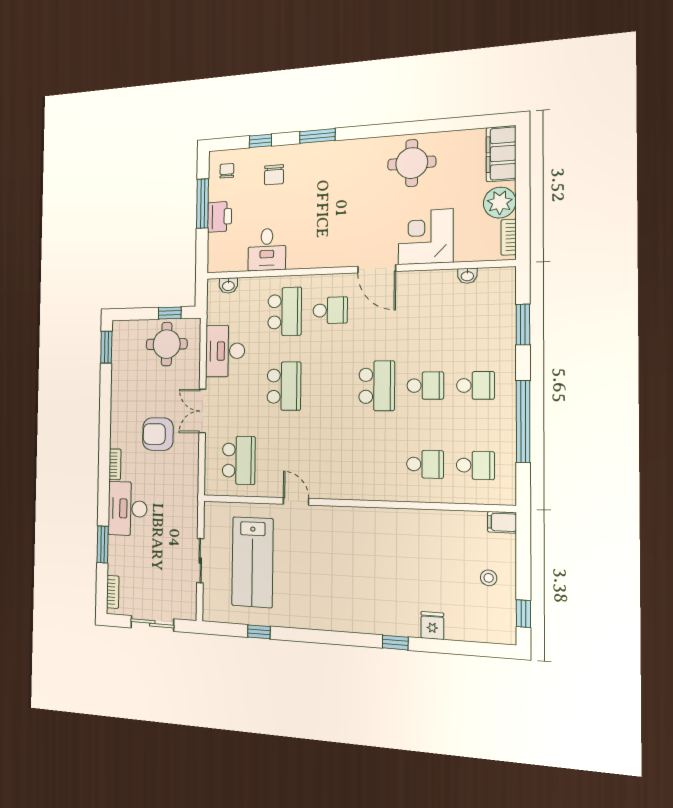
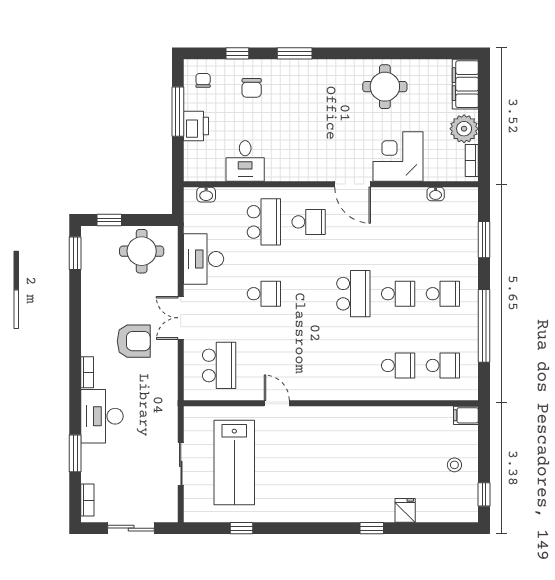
window: (170, 313) -> (109, 220), moved
school desk: (284, 386) -> (264, 294), width x0.54
armchair: (158, 434) -> (134, 341), turned 180

